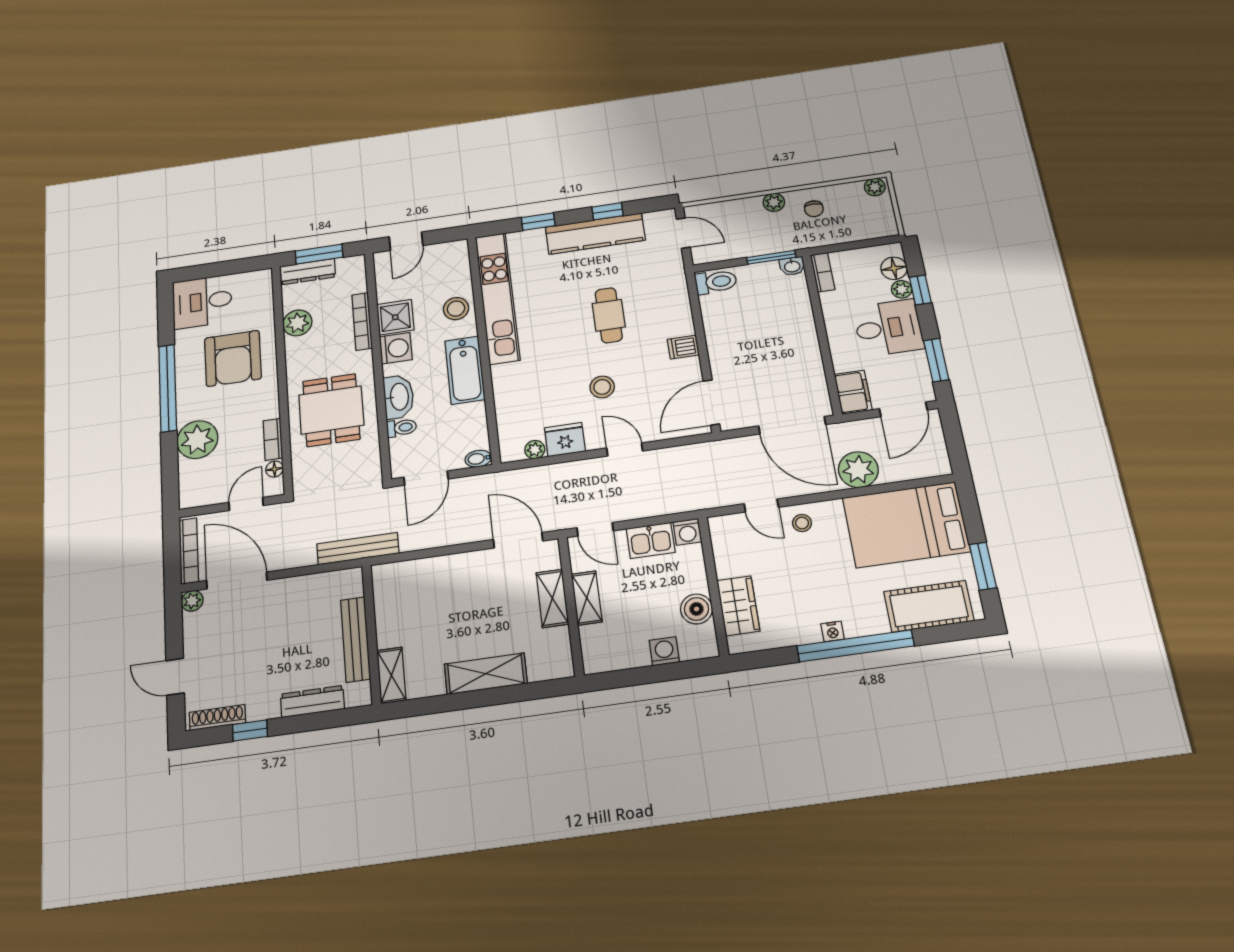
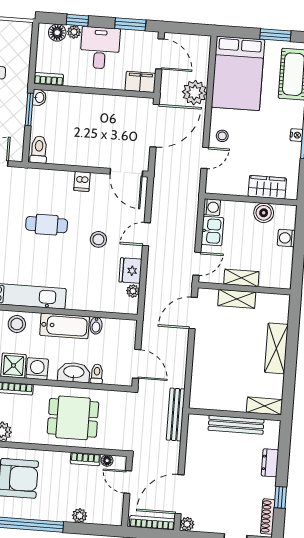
plant: (197, 440) -> (80, 516), width x0.53, depth x0.53
bidet: (478, 459) -> (96, 326), moved
dresser: (312, 702) -> (270, 463), width x0.70

